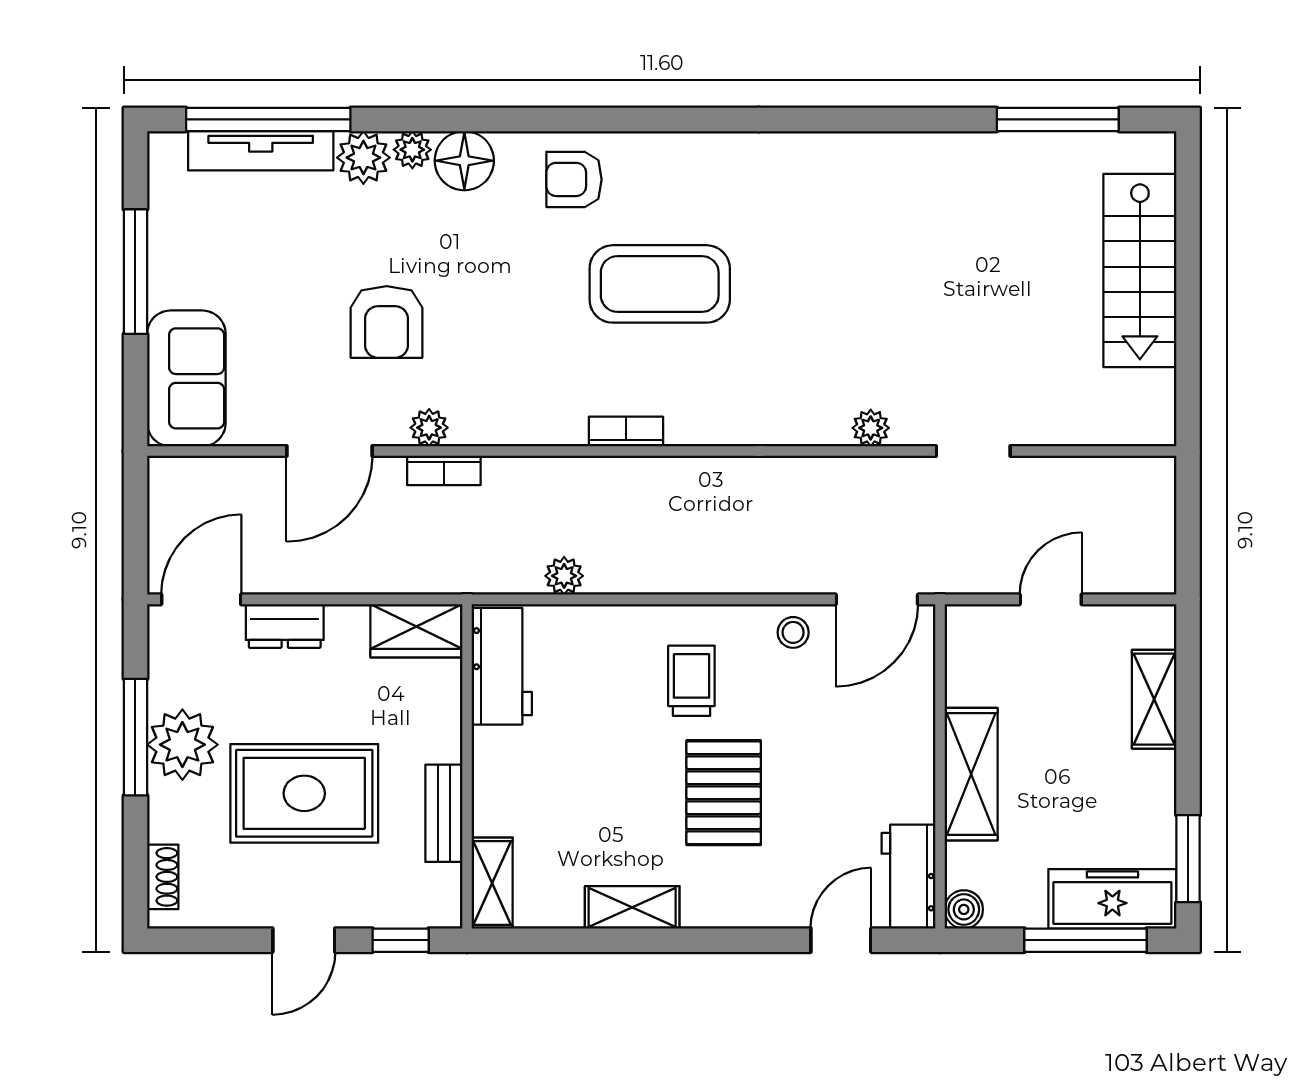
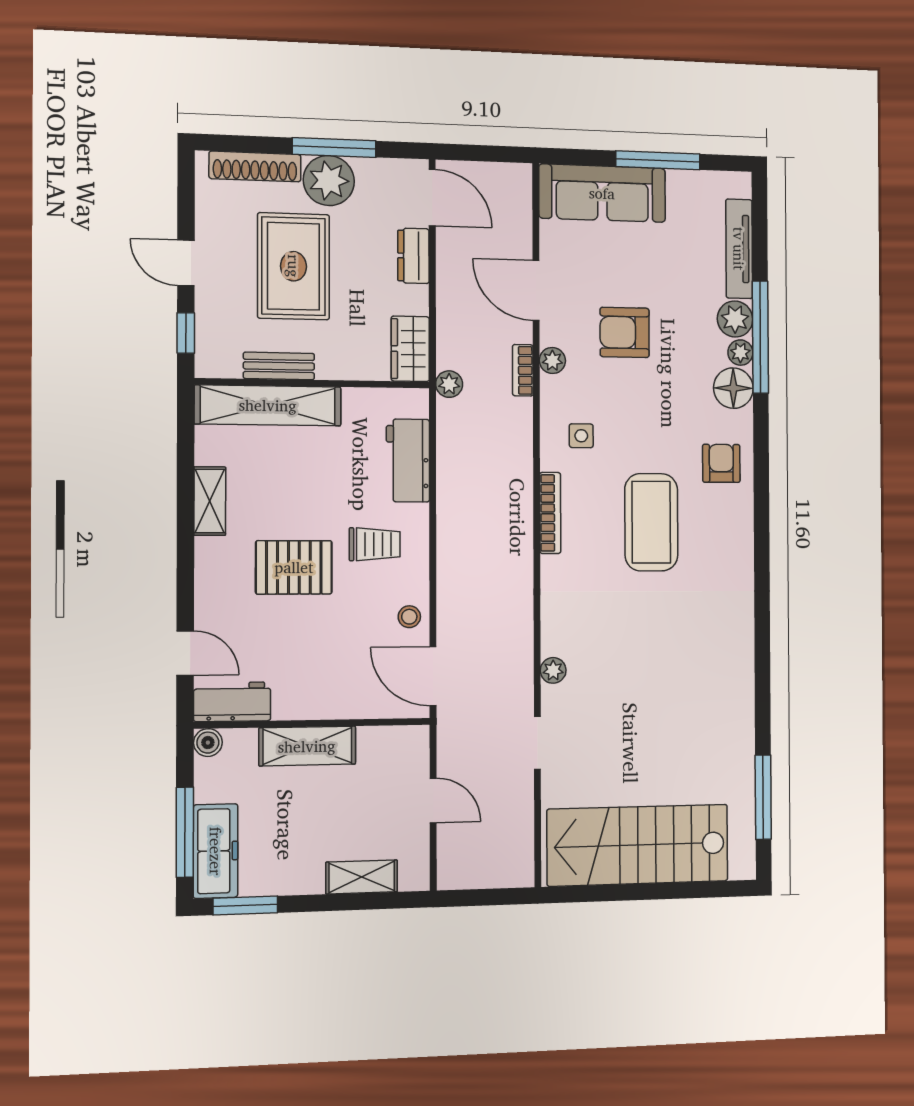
window: (268, 119) -> (760, 337), moved
stairs: (1140, 271) -> (638, 845), width x1.36, depth x1.51
sofa: (186, 378) -> (602, 193), width x1.36
side table: (536, 386) -> (581, 436), added
bookcase: (626, 432) -> (550, 513), width x1.56
plant: (564, 576) -> (449, 384), moved
workbench: (502, 666) -> (408, 460), moved, turned 90
shoe rack: (163, 877) -> (255, 166), width x1.94, depth x1.24
shelving: (492, 883) -> (268, 405), width x2.20, depth x1.33

